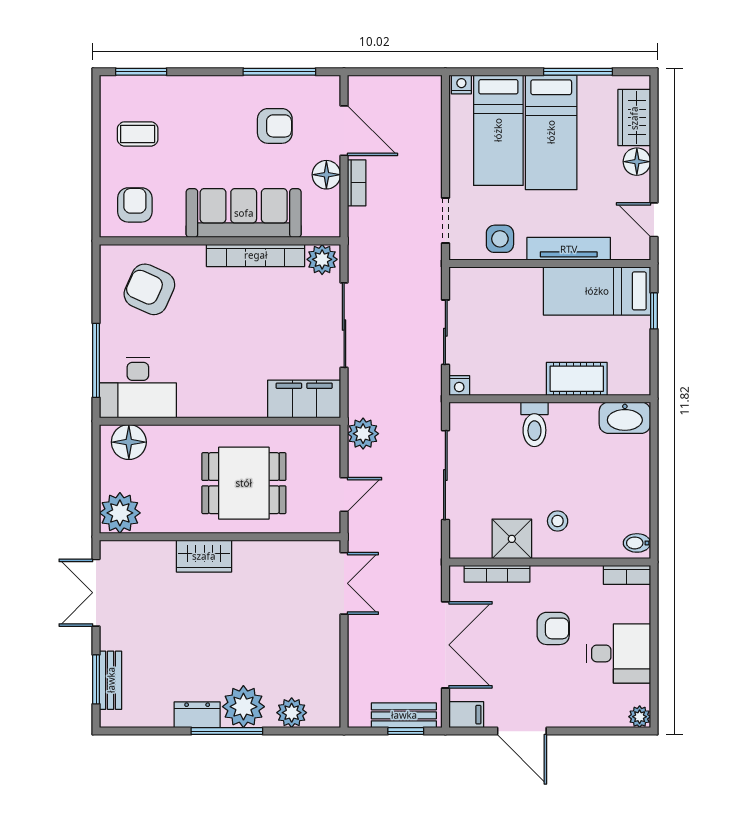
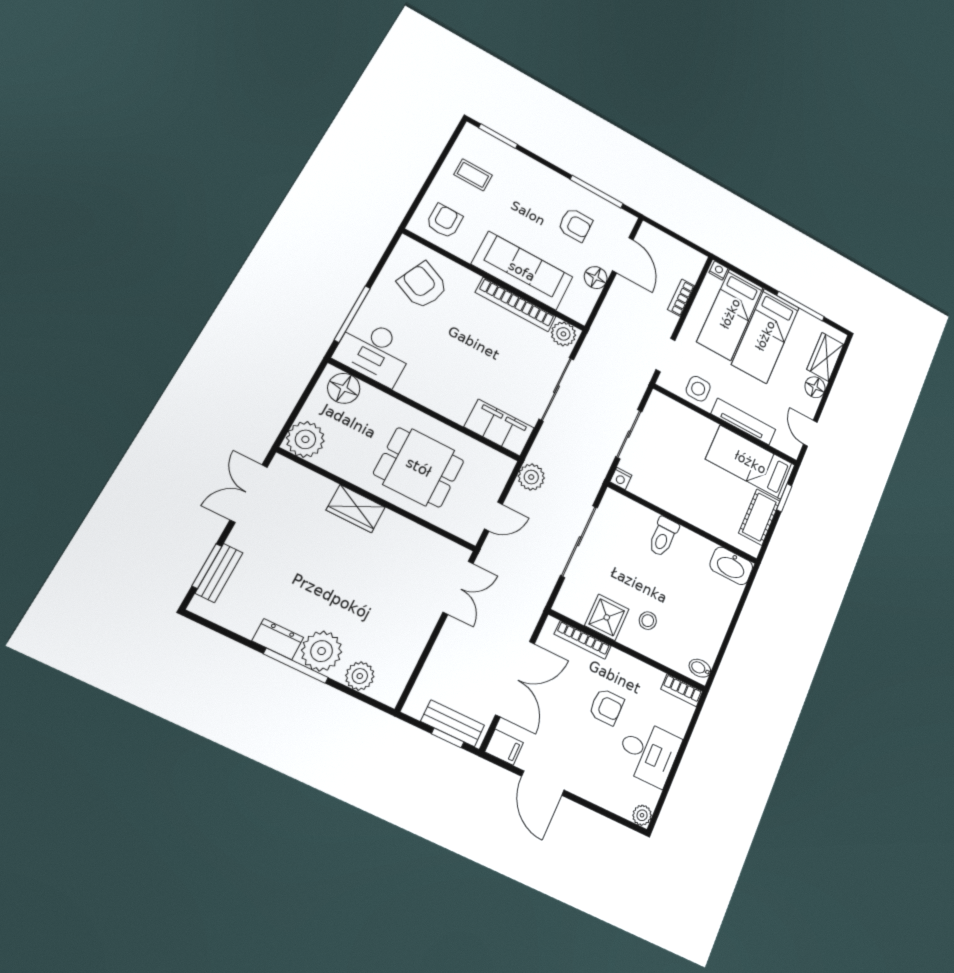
bookcase: (357, 183) -> (681, 298), moved, turned 180
cot: (577, 379) -> (759, 517), moved, turned 90

